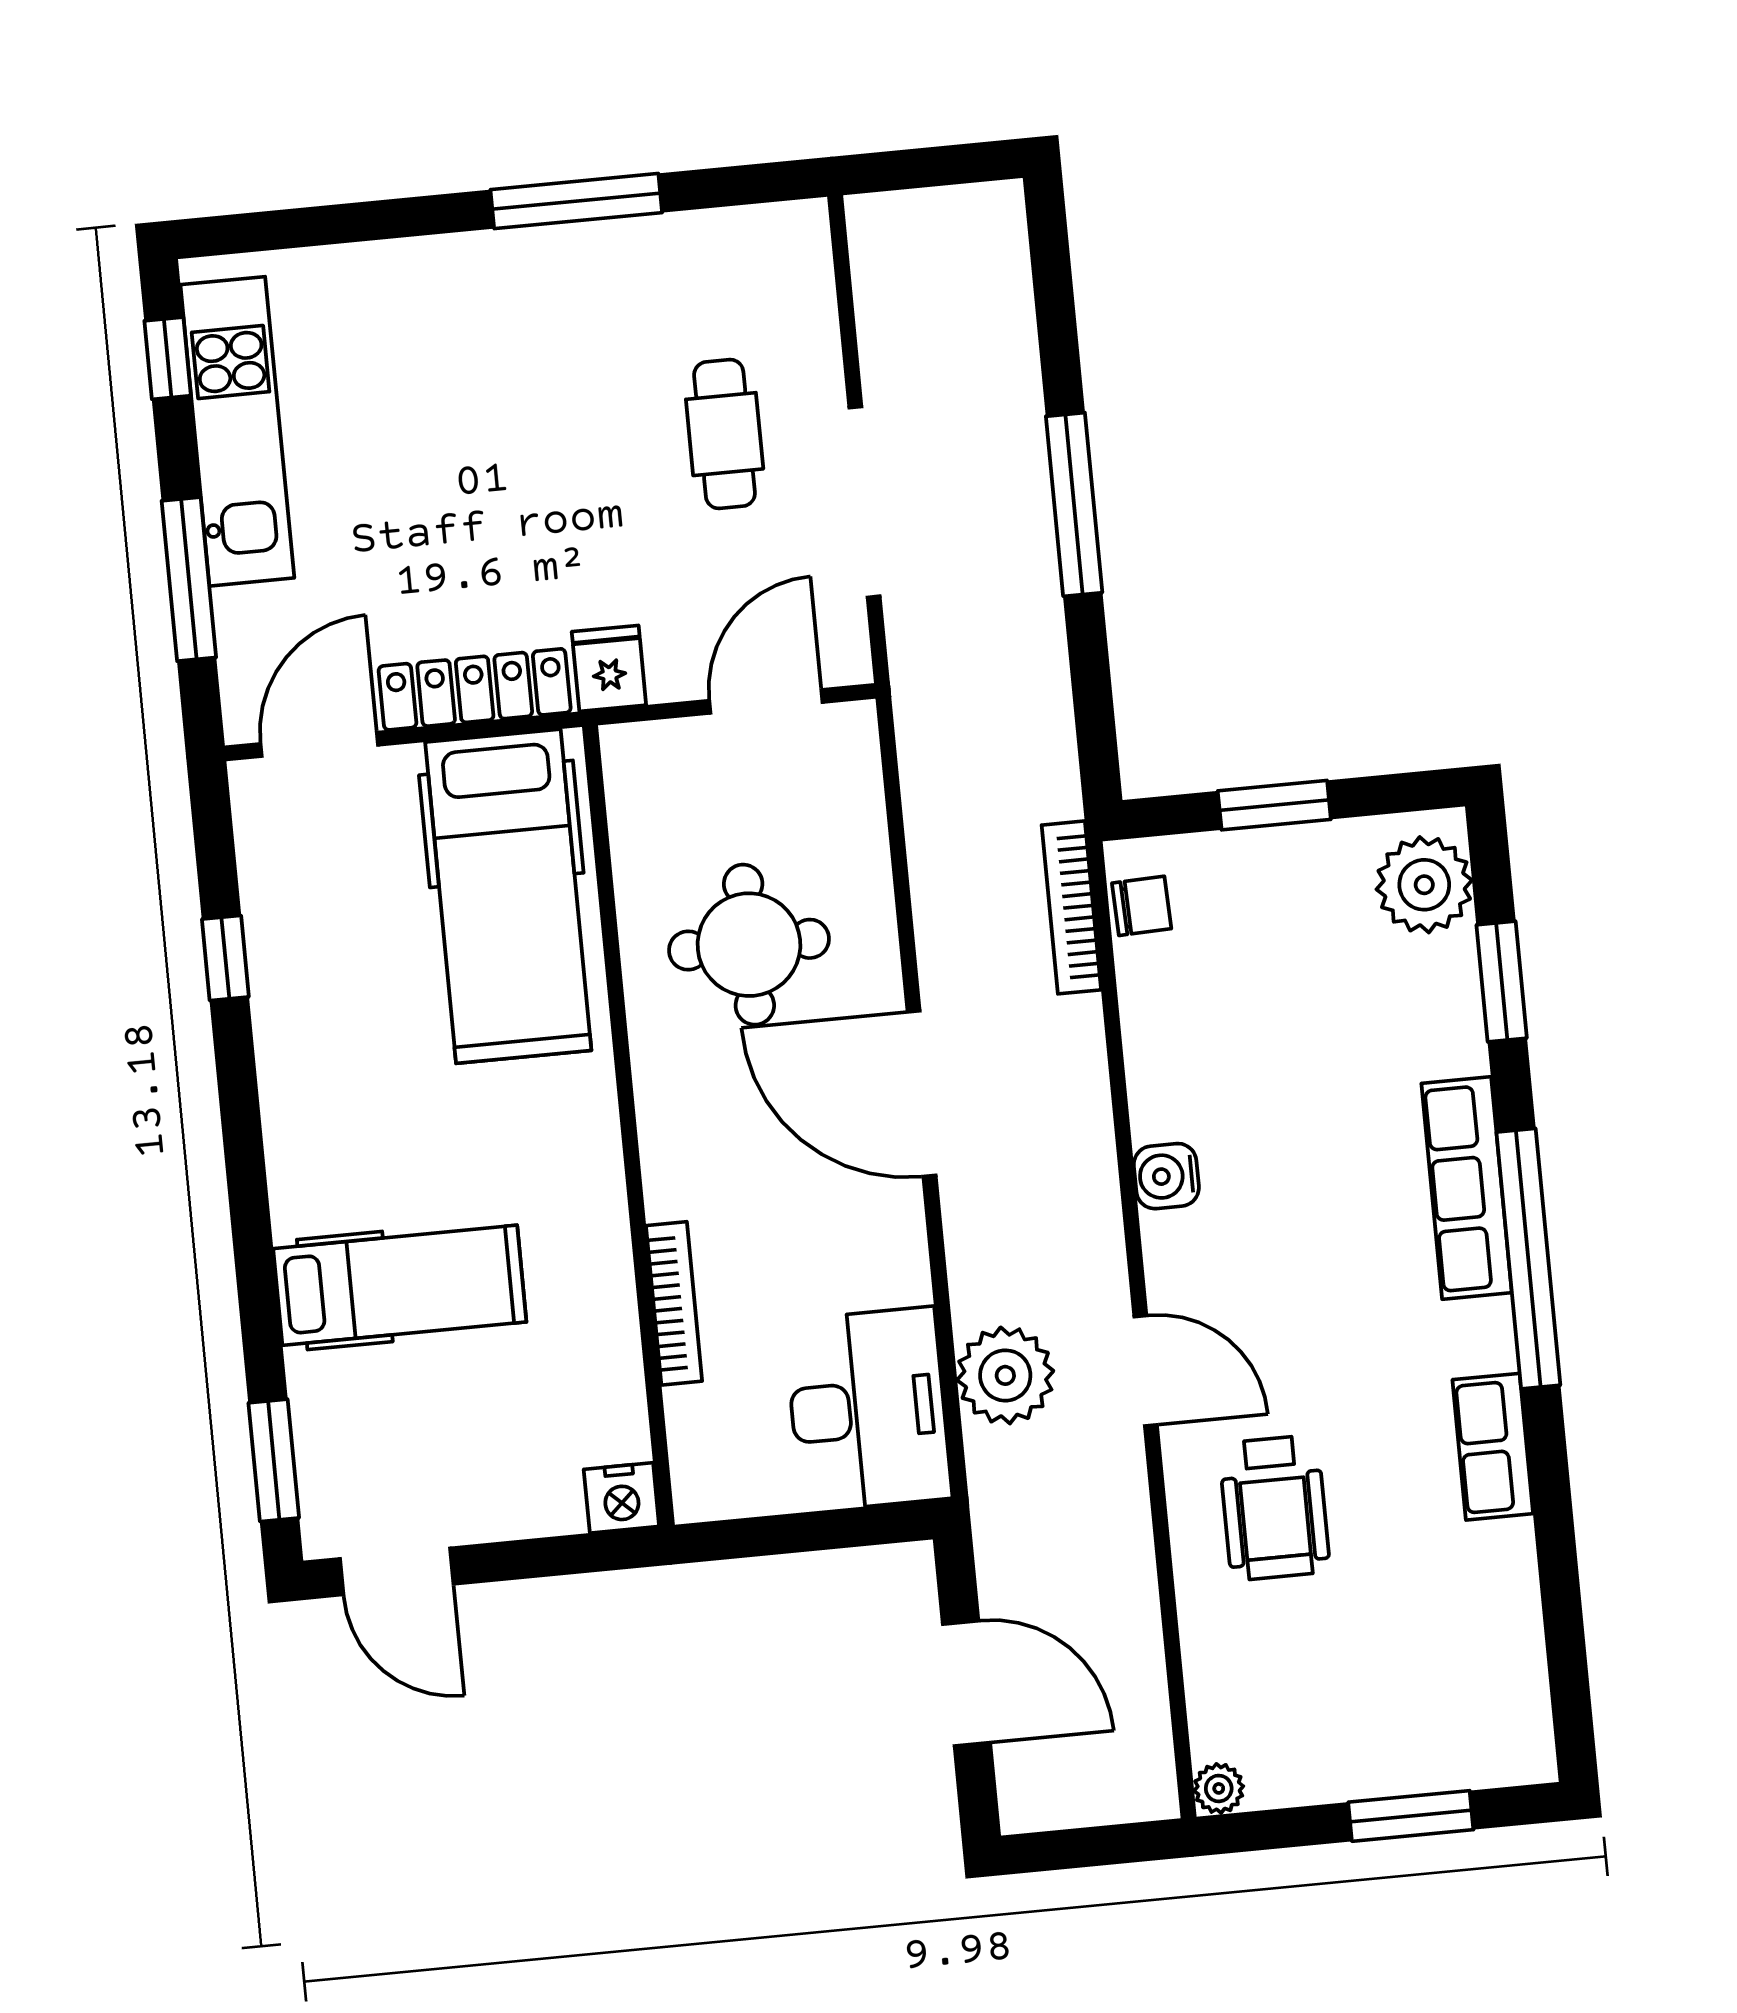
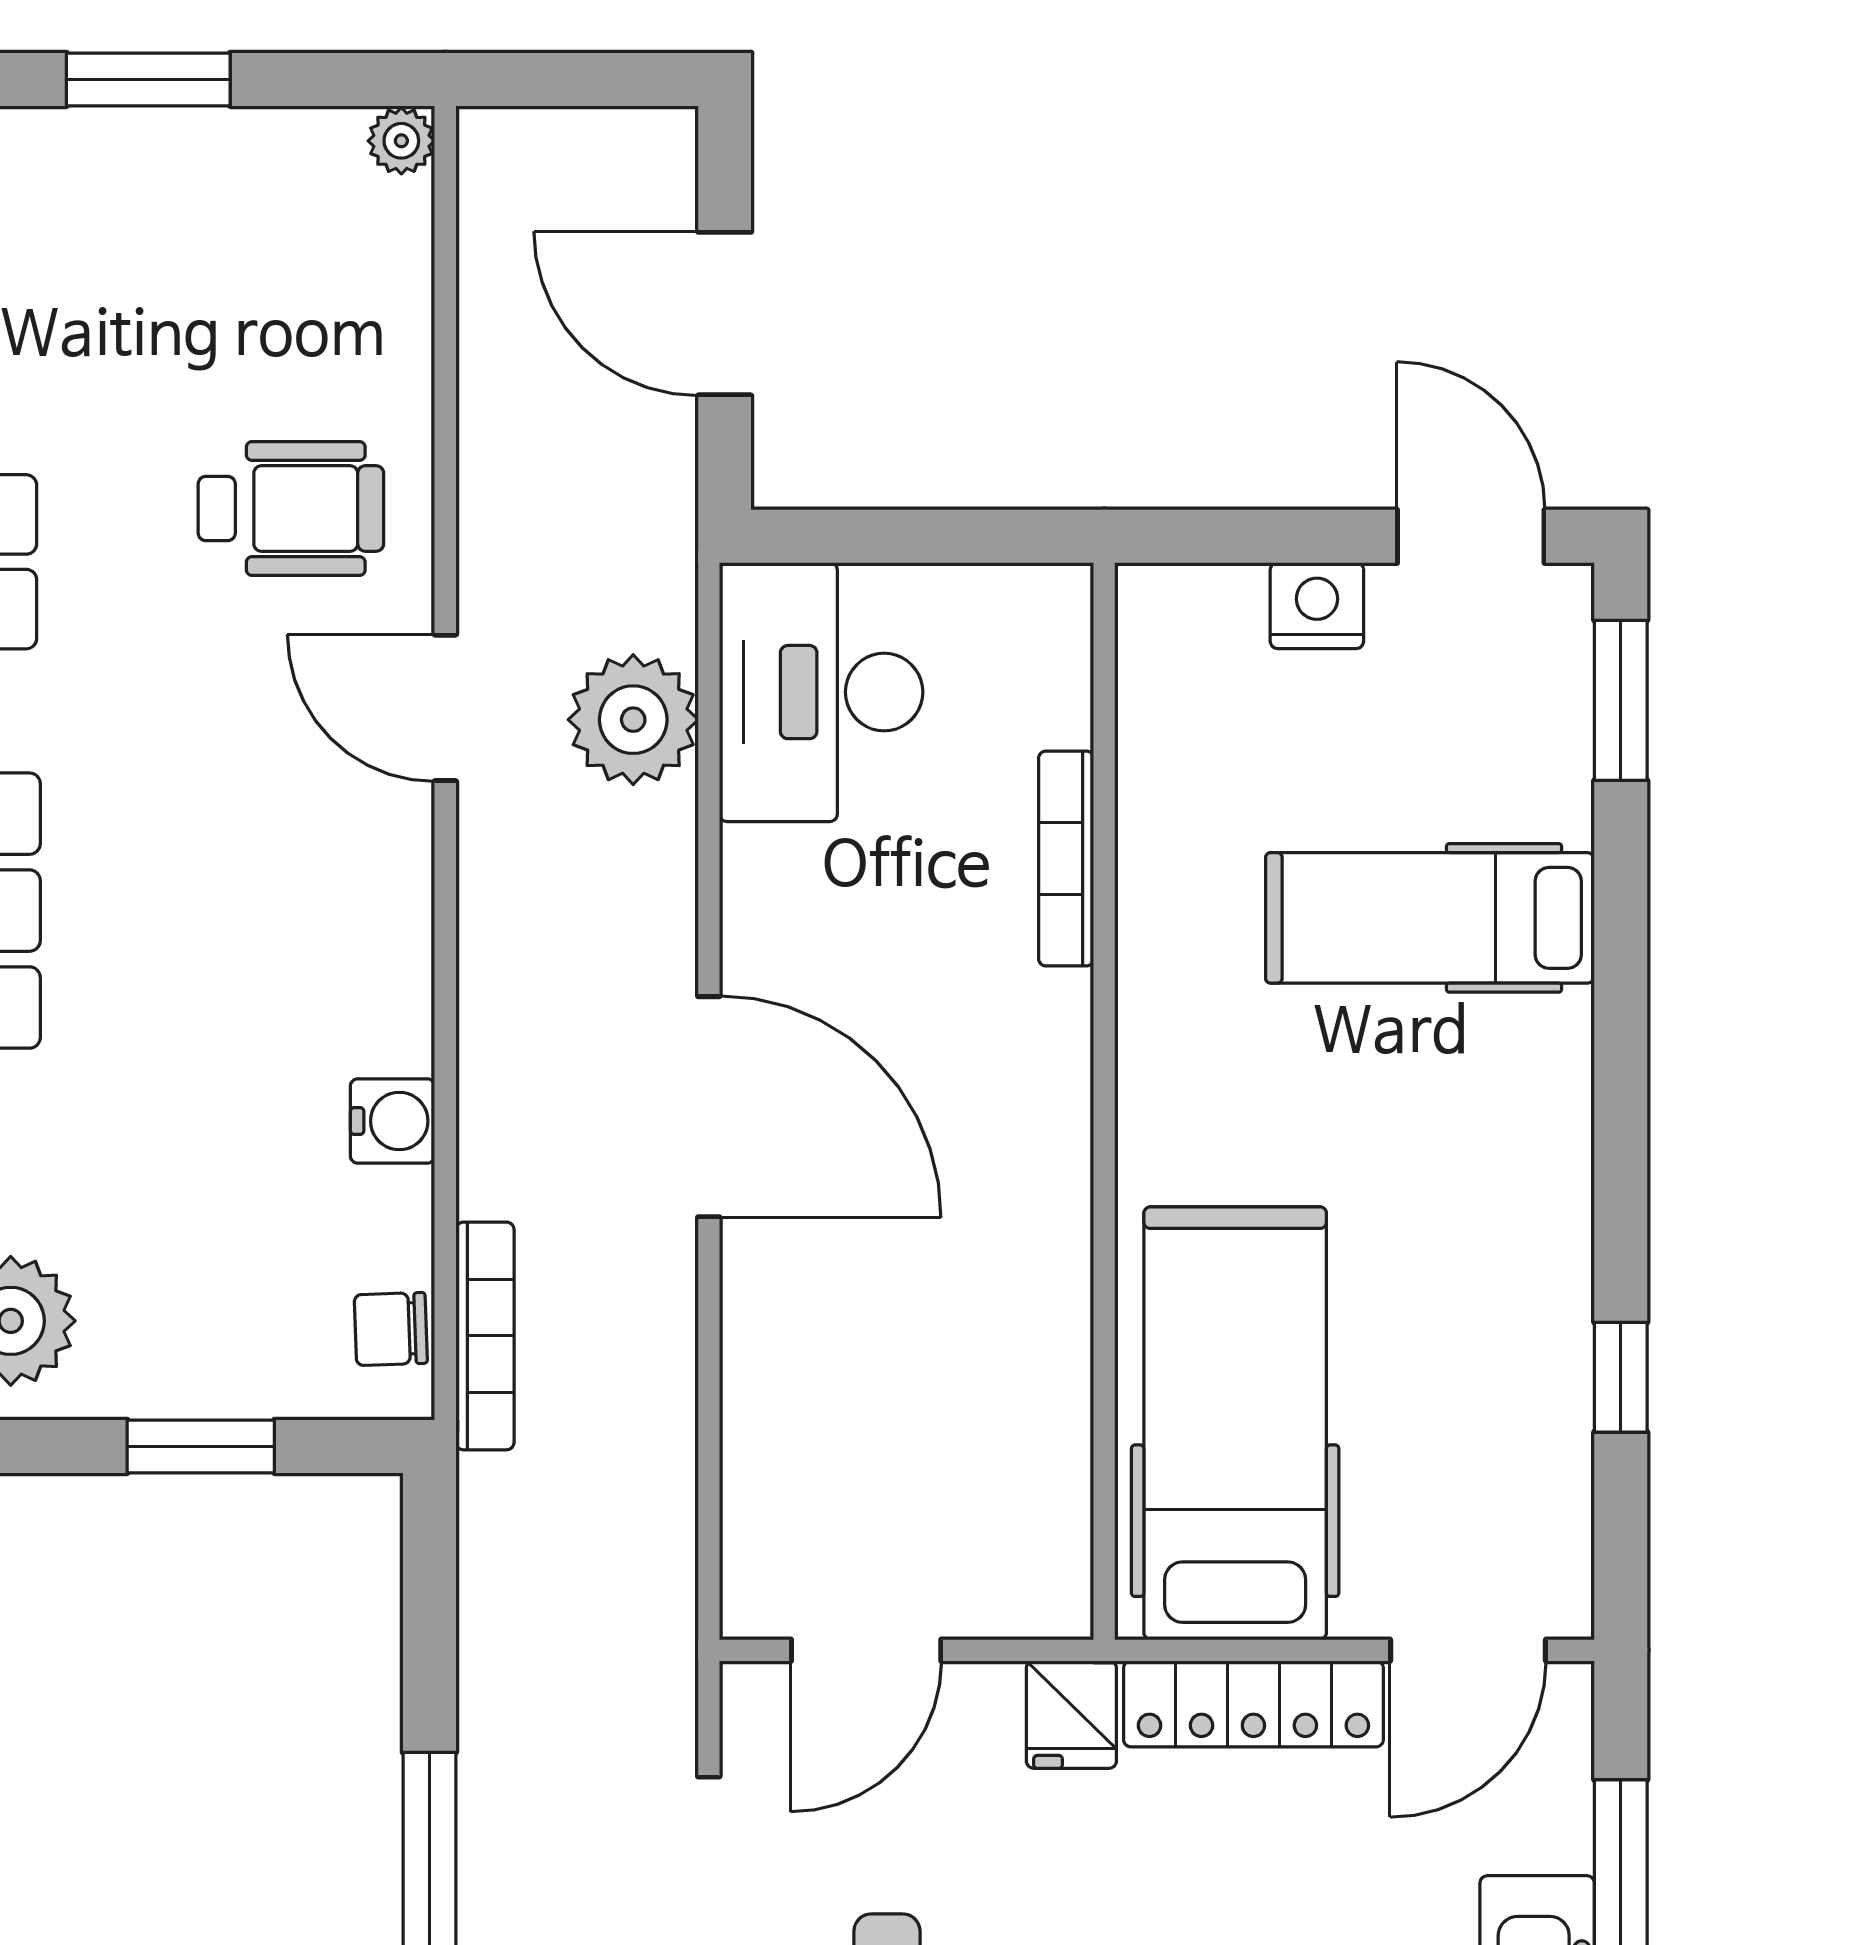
round table: (749, 945) -> (920, 1328), removed
water cooler: (1166, 1176) -> (393, 1121), moved
nightstand: (621, 1498) -> (1317, 606), moved
wheelchair: (1274, 1508) -> (291, 509), turned 90

